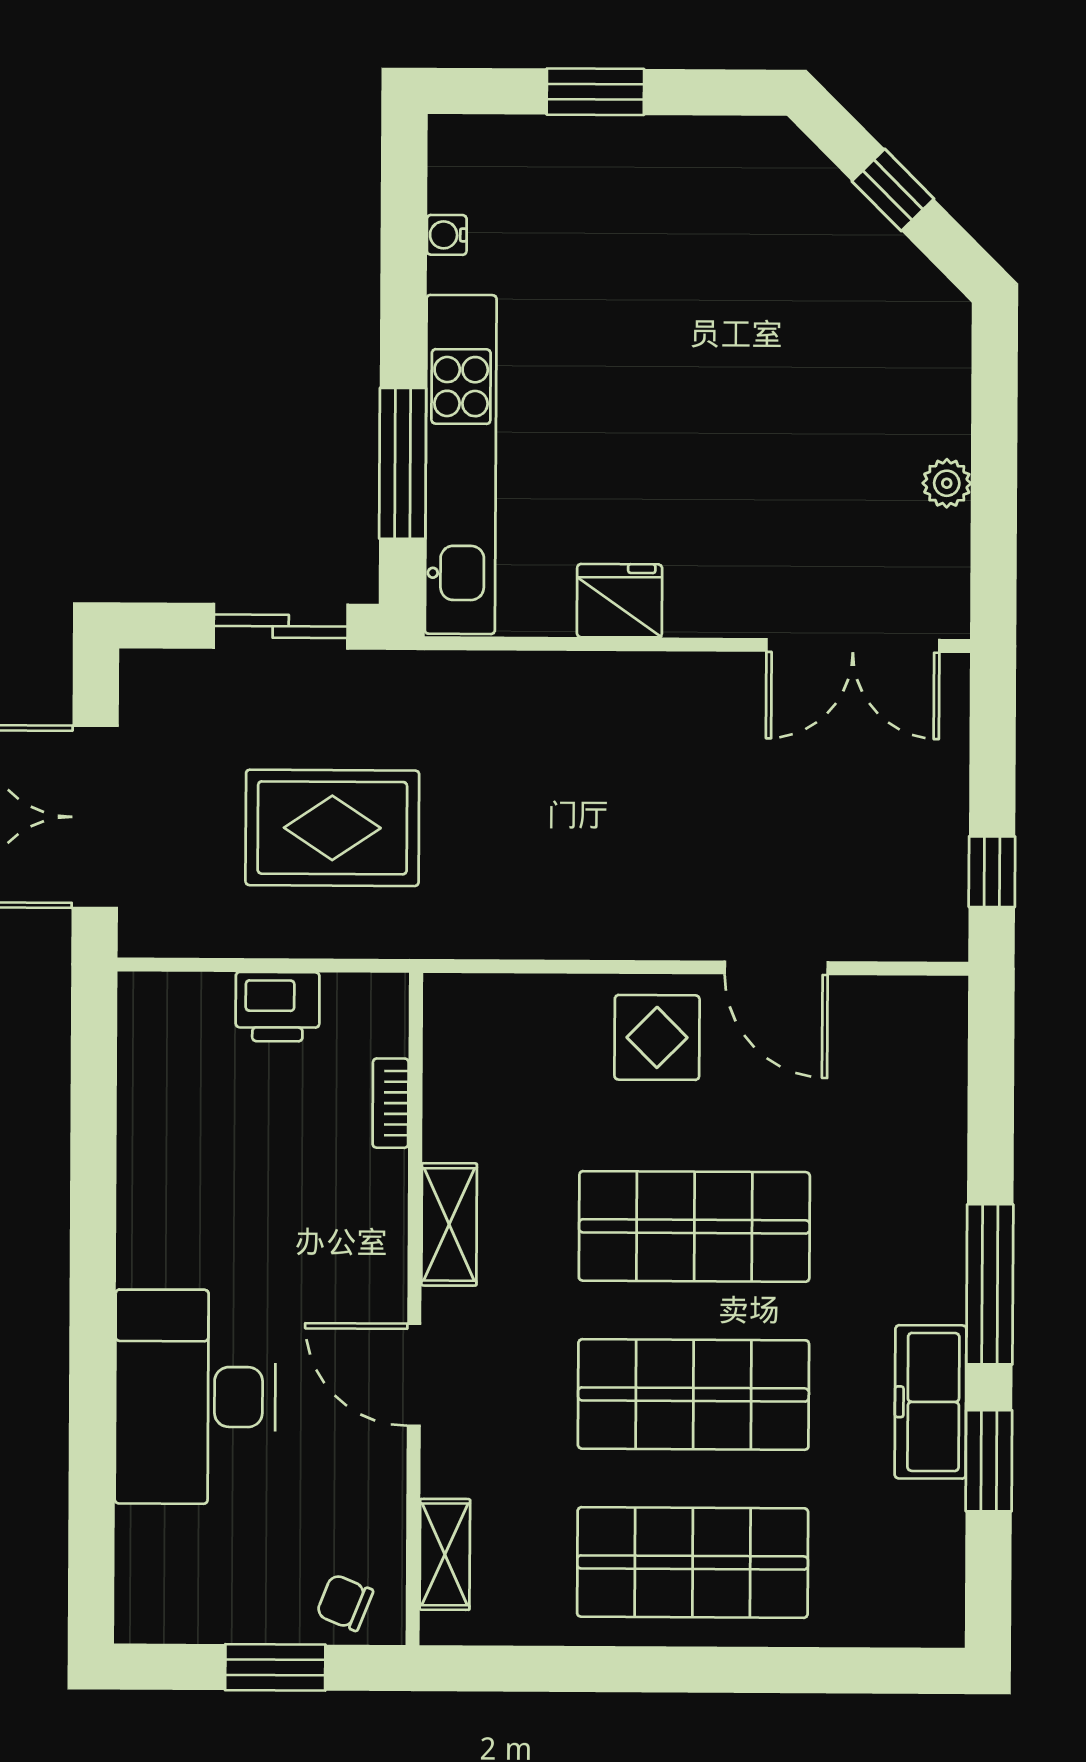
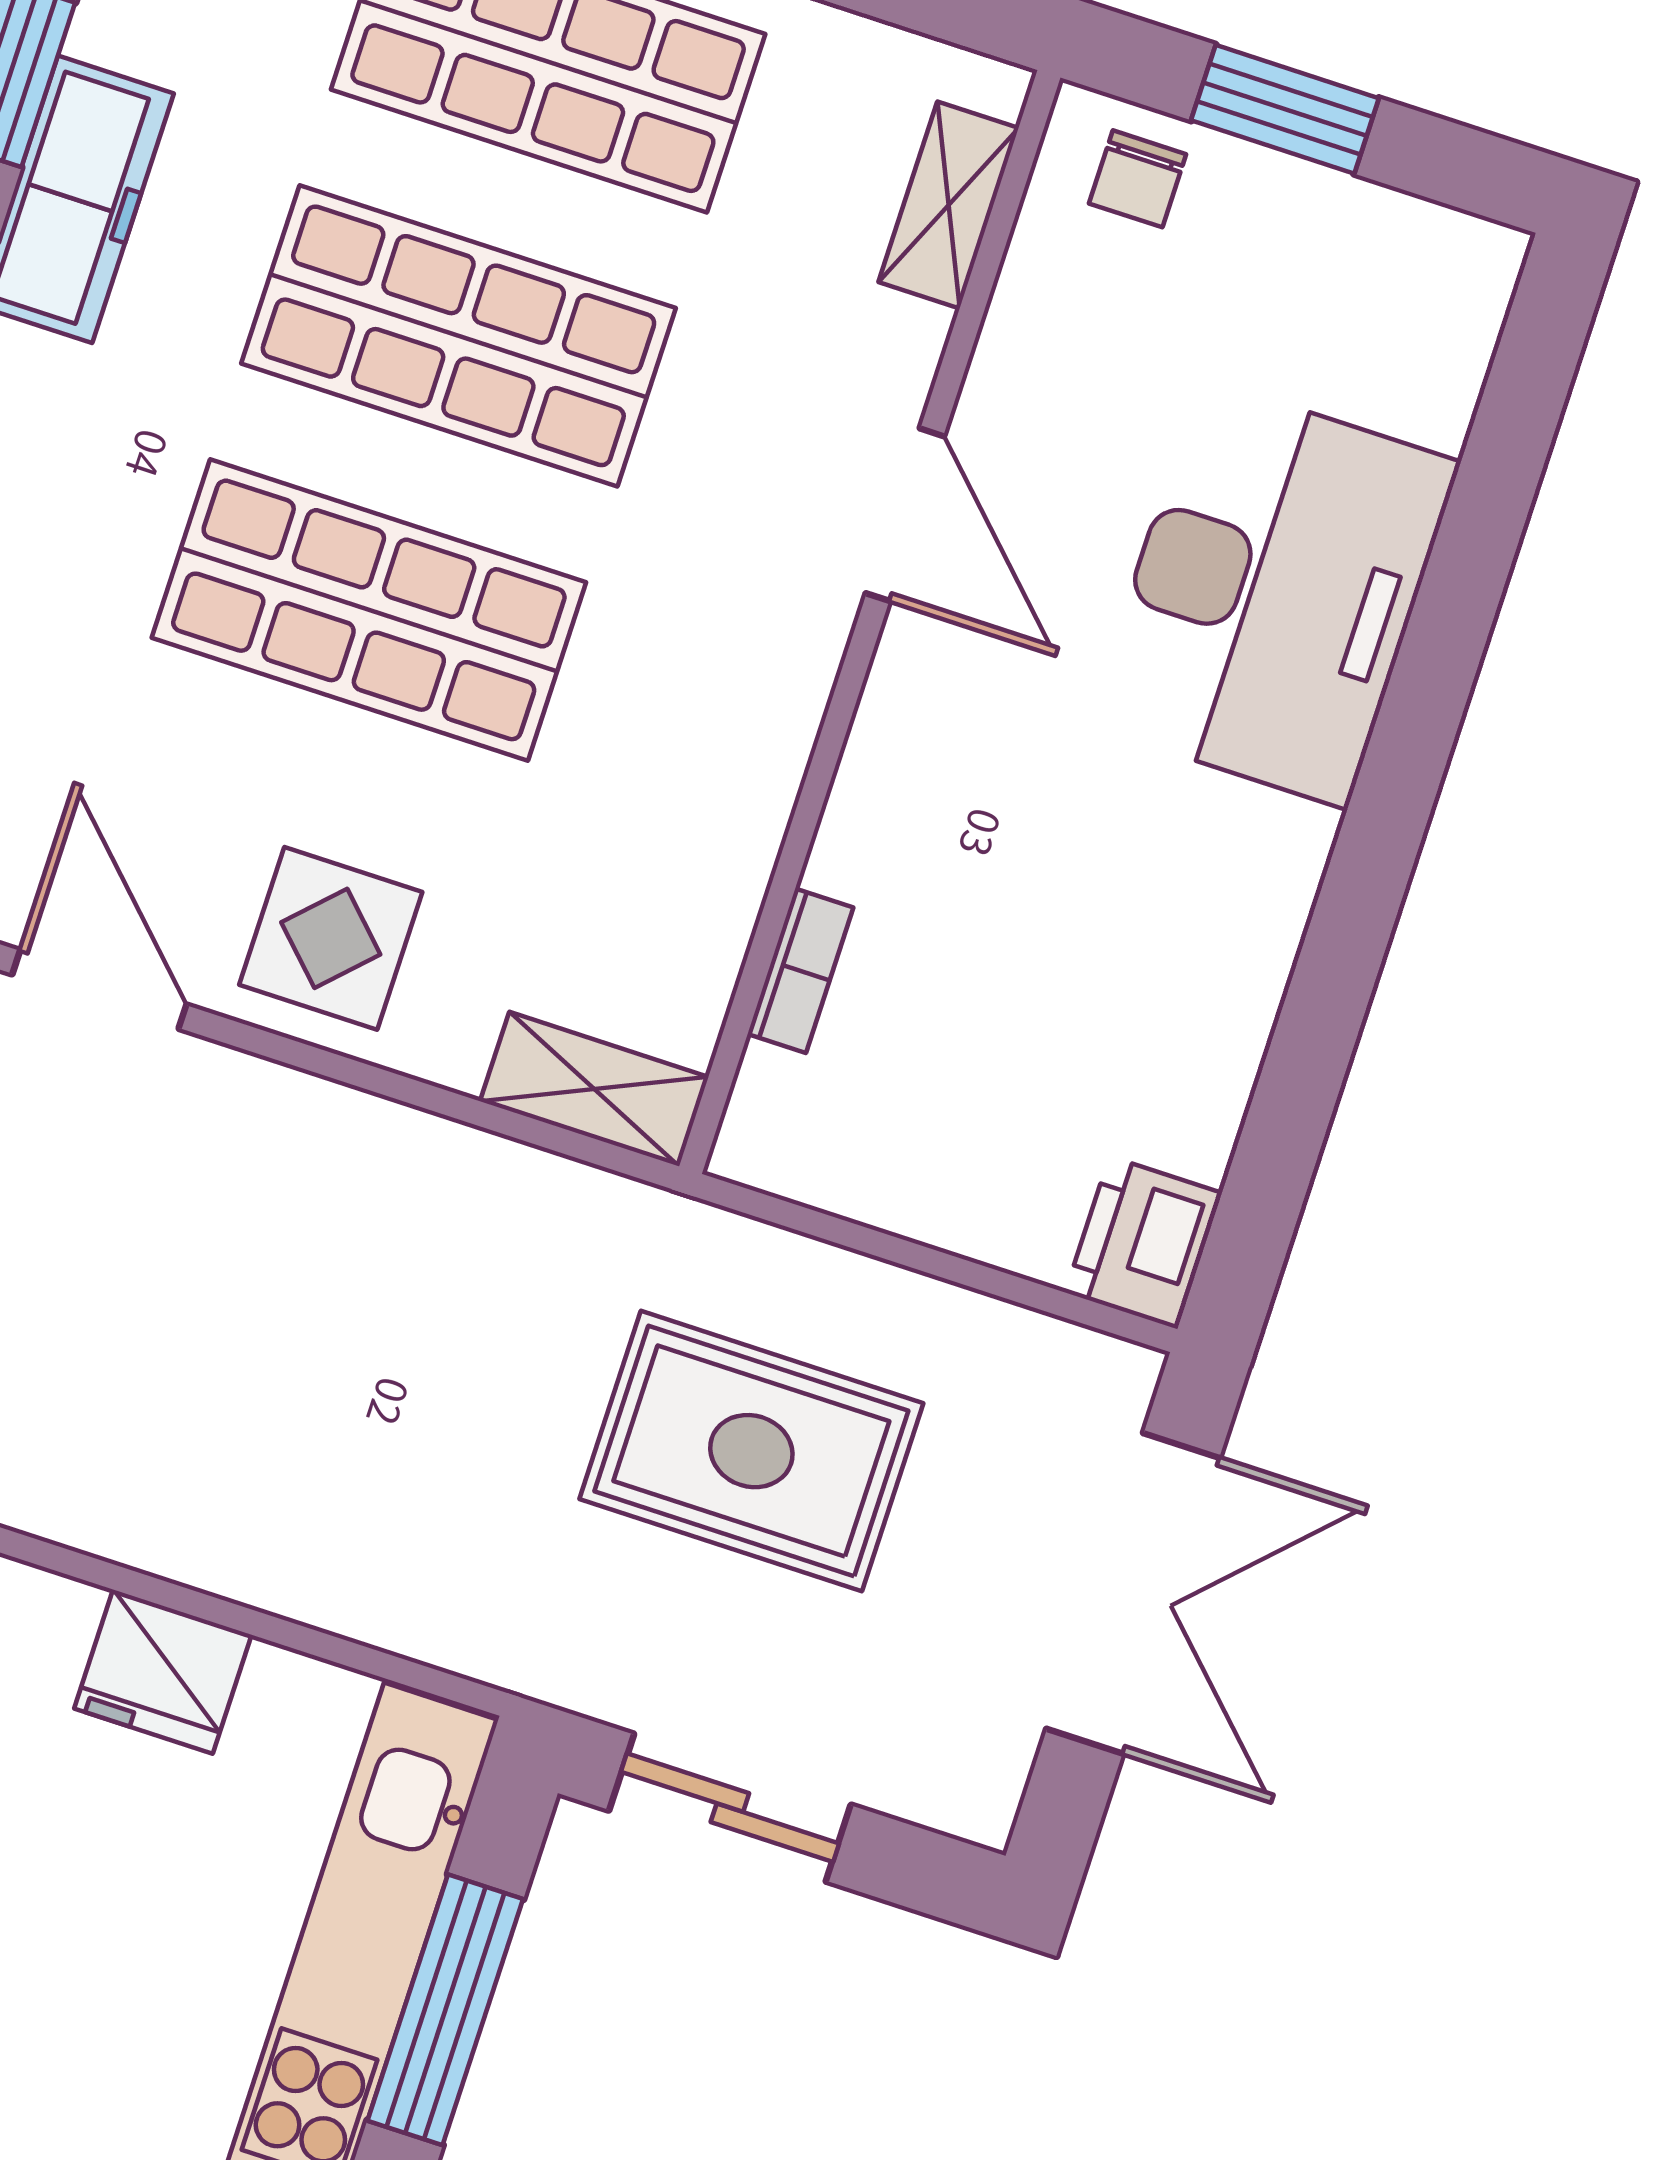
printer: (277, 1007) -> (1144, 1243), moved, turned -90
shelving: (449, 1224) -> (594, 1089), moved, turned 90
chair: (345, 1603) -> (1138, 179), turned 68

